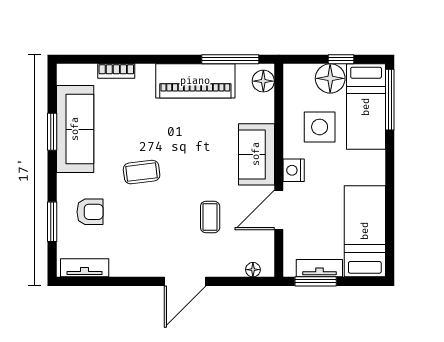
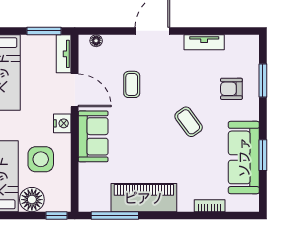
window: (341, 59) -> (57, 216), moved
floor lamp: (263, 81) -> (87, 197), removed
coffee table: (142, 172) -> (189, 122), turned 61
door: (279, 210) -> (75, 90), hinge flipped
tv unit: (85, 268) -> (204, 42), moved
tv unit: (319, 268) -> (64, 54), moved, turned 90

